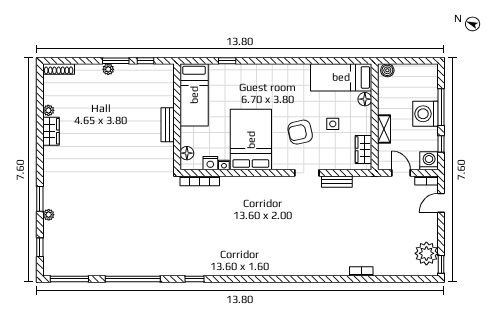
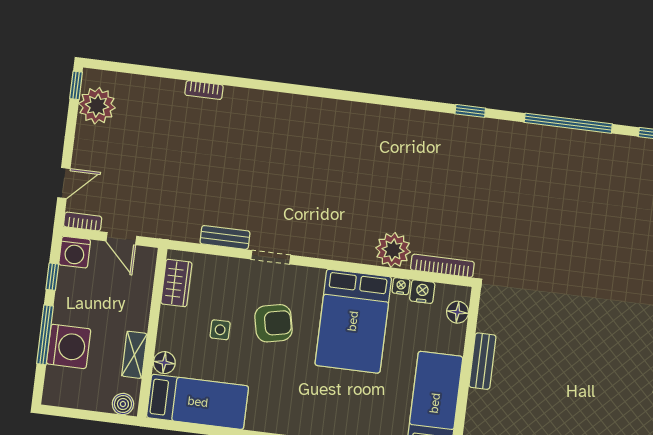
washing machine: (426, 114) -> (69, 346), moved
shelving: (384, 129) -> (134, 355), moved
plant: (232, 187) -> (393, 250), added

